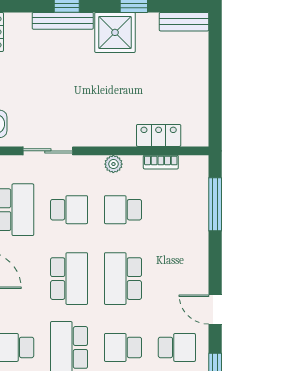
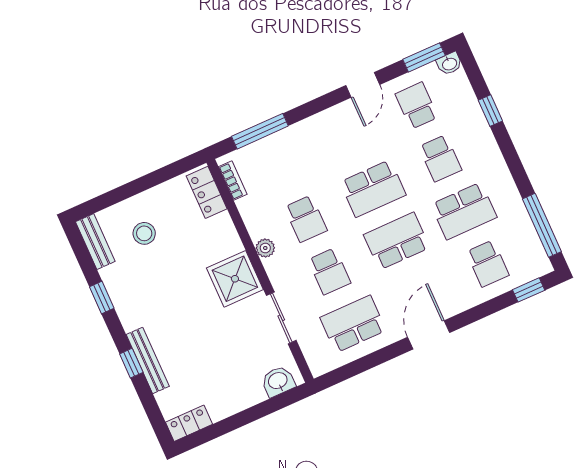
shower: (115, 32) -> (235, 279), moved
stool: (172, 66) -> (144, 233), added
locker: (159, 135) -> (207, 192), moved
bookcase: (161, 162) -> (233, 181), moved
school desk: (69, 210) -> (329, 271), turned 180

